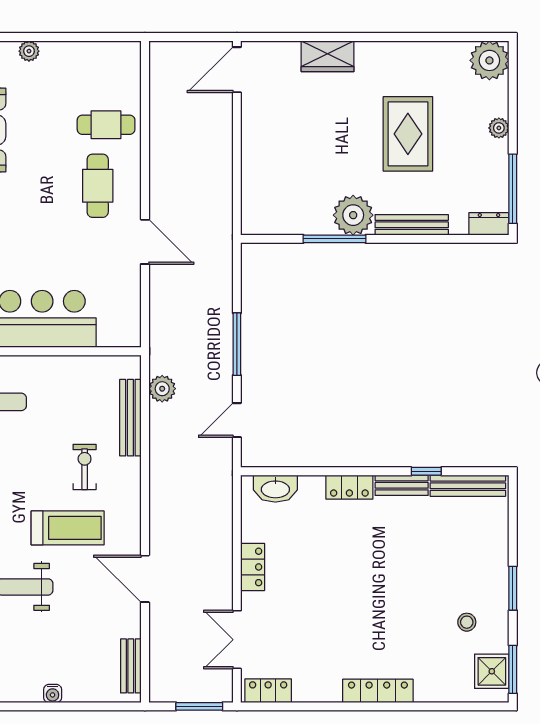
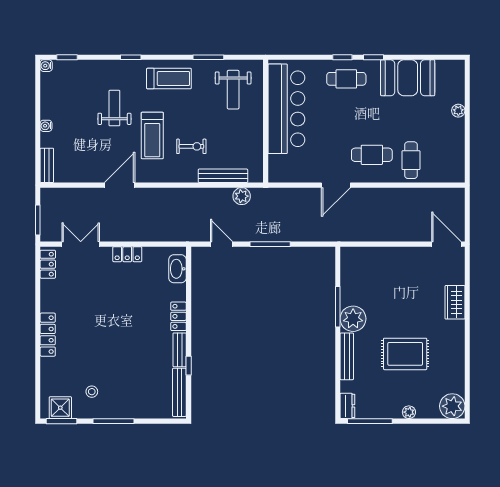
window: (513, 588) -> (114, 421), width x1.44
bench: (131, 666) -> (47, 165), moved, turned 90

